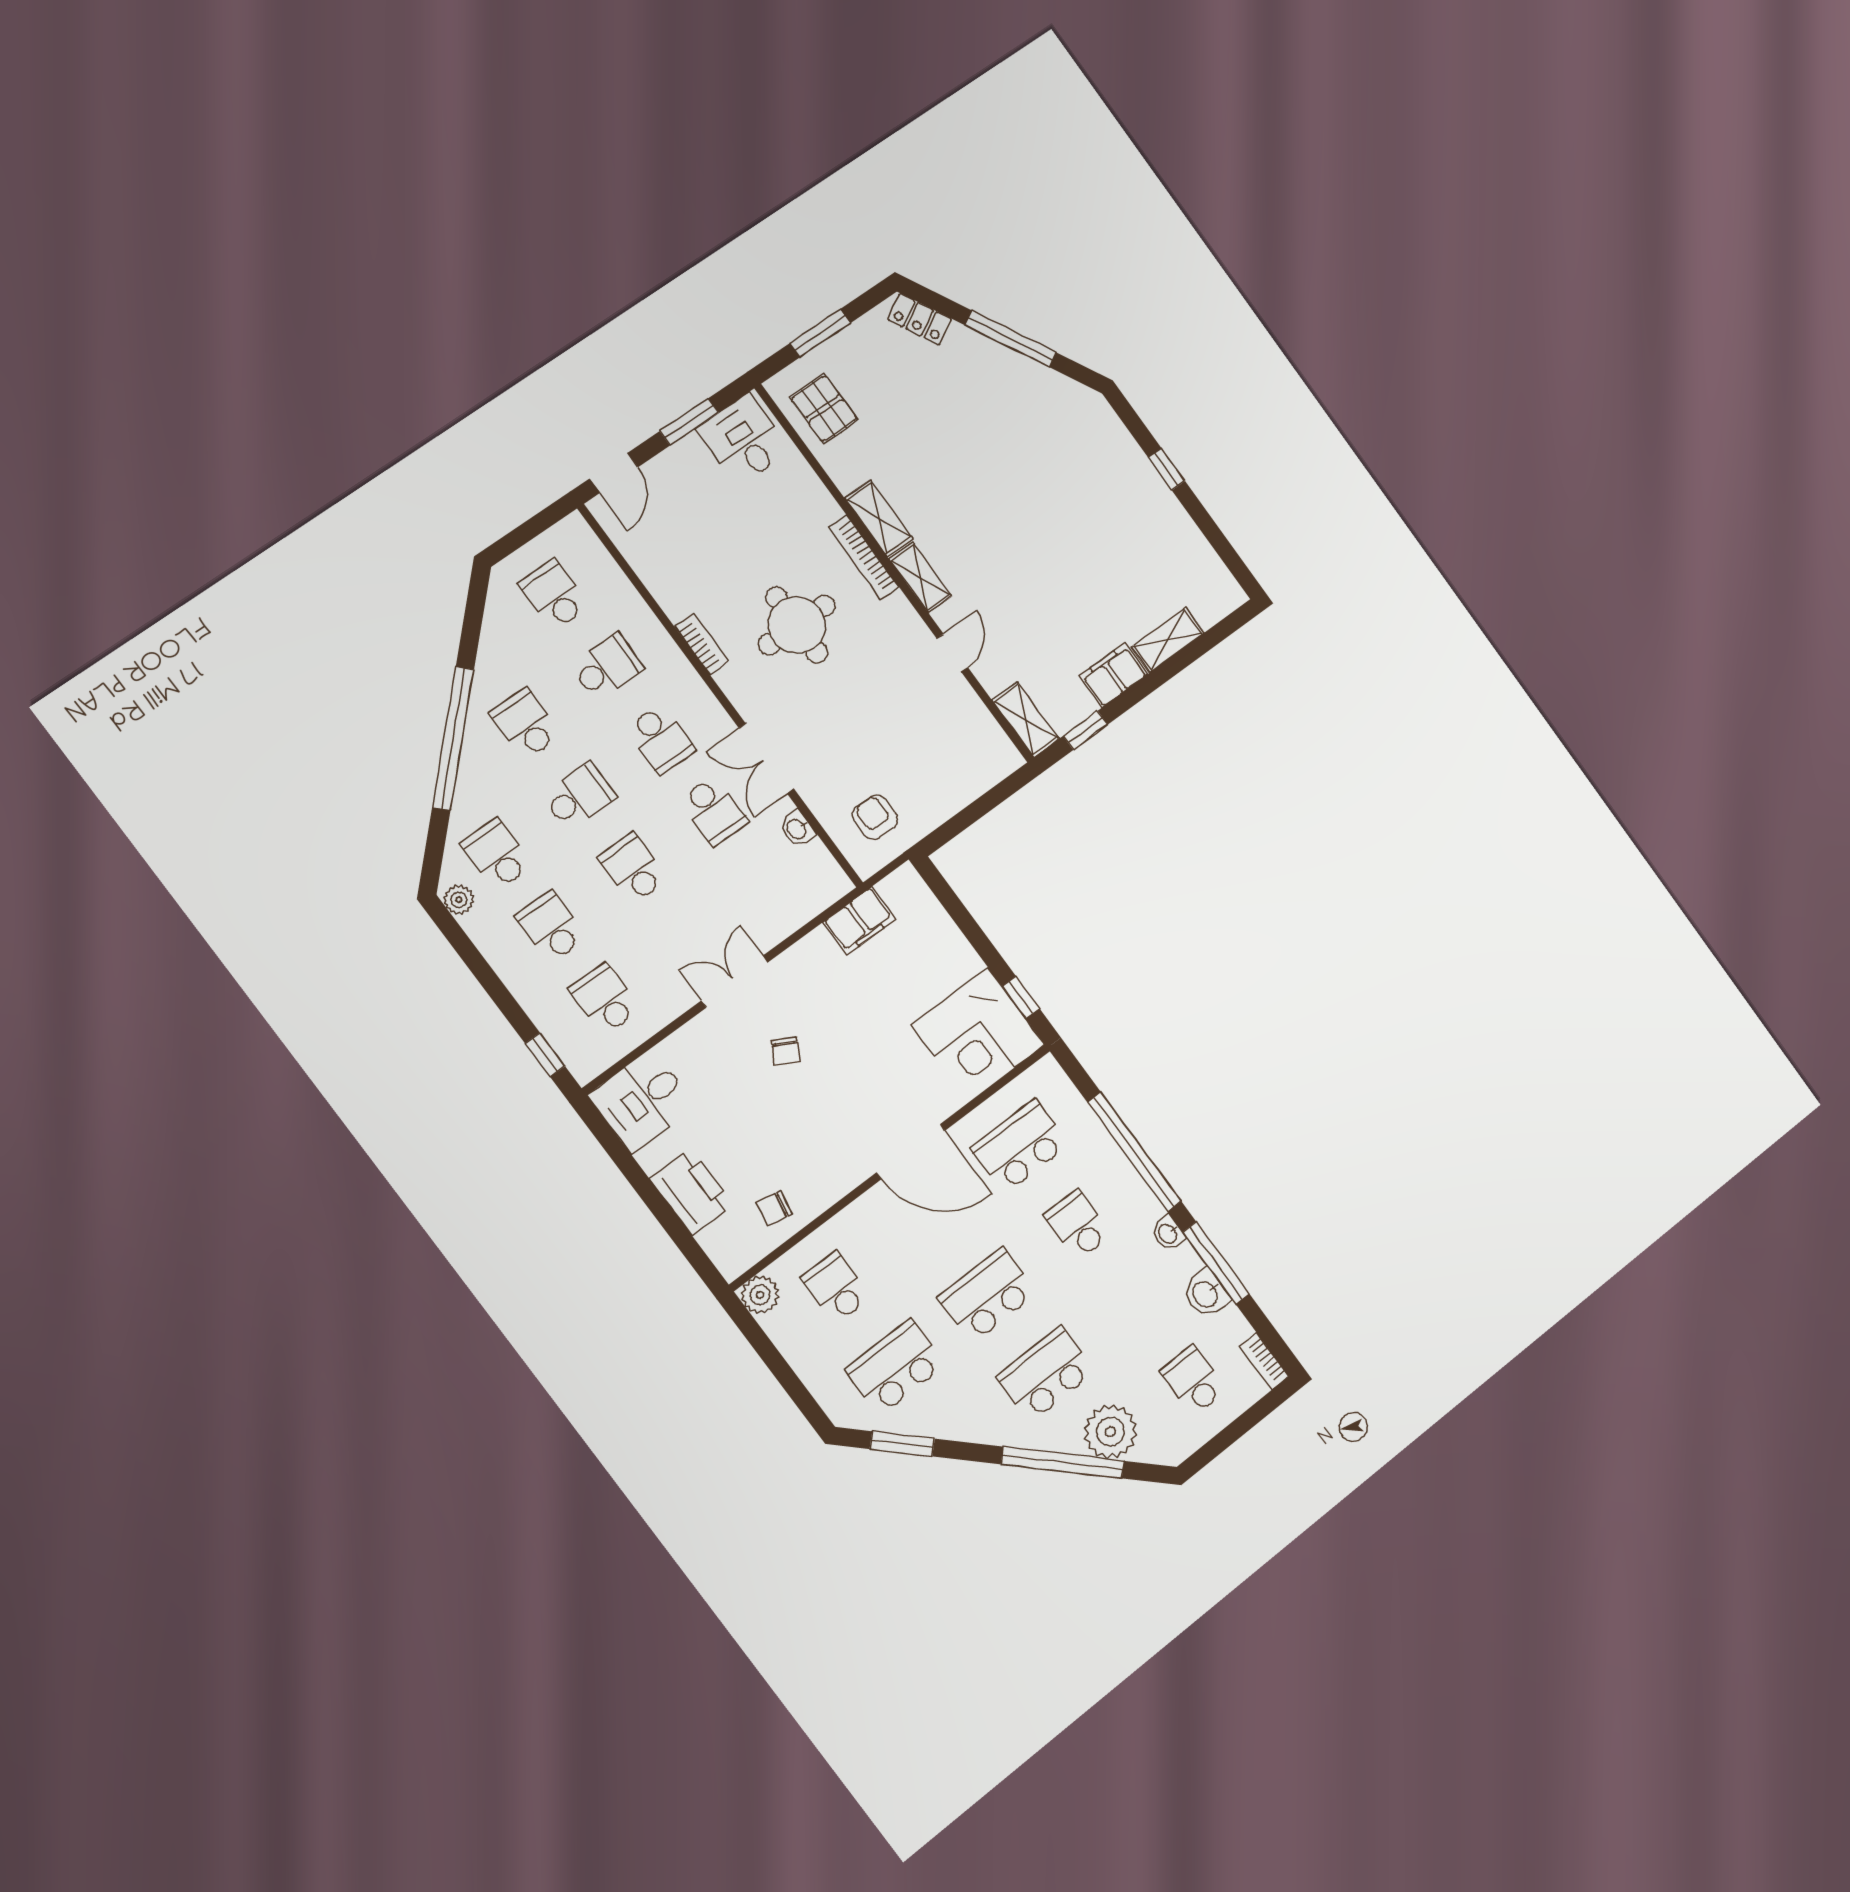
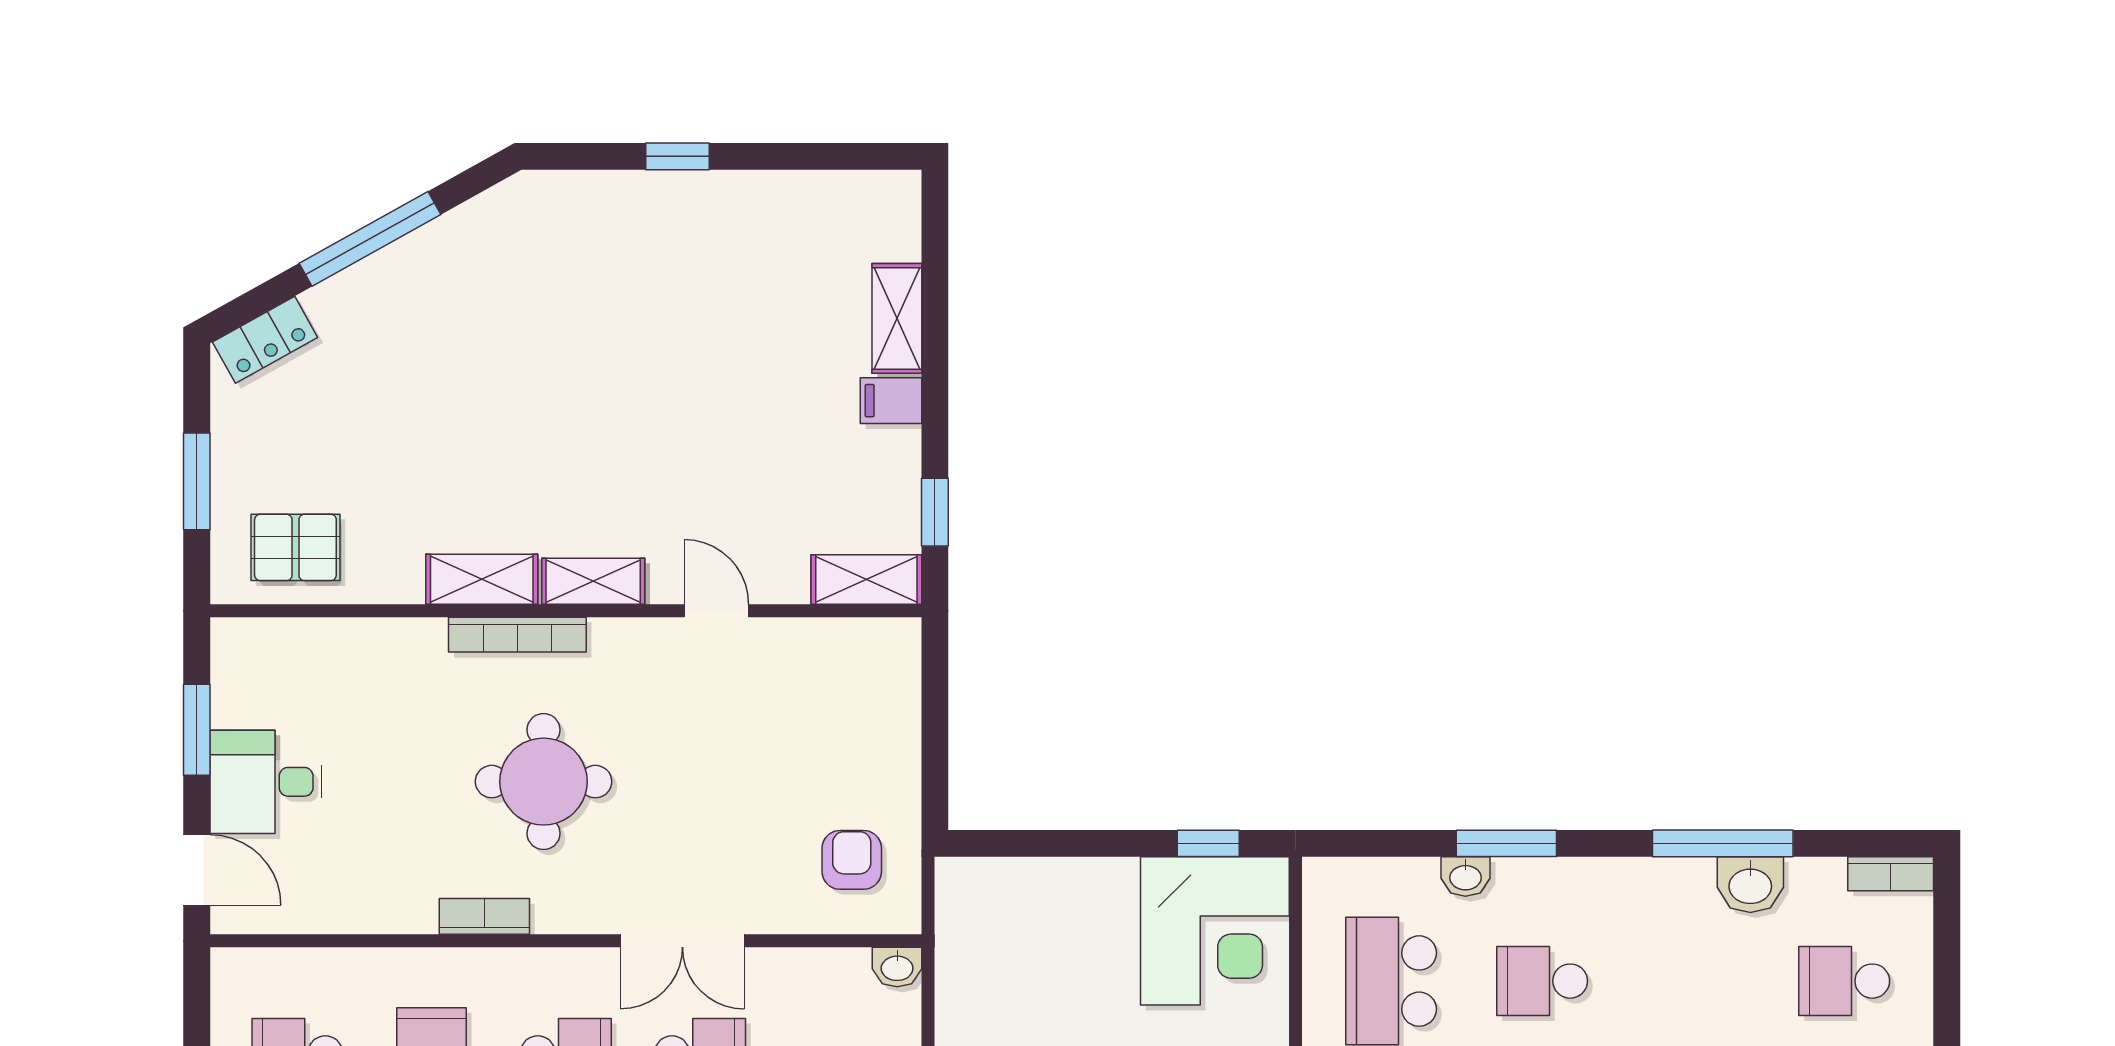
desk: (744, 440) -> (266, 782), moved
filing cabinet: (1113, 675) -> (891, 401), width x0.50
armchair: (875, 817) -> (852, 860), turned 90
washbasin: (797, 829) -> (897, 967), moved
filing cabinet: (859, 921) -> (965, 974), removed
window: (1134, 1152) -> (1506, 843), width x0.47
washbasin: (1168, 1233) -> (1465, 876), moved

